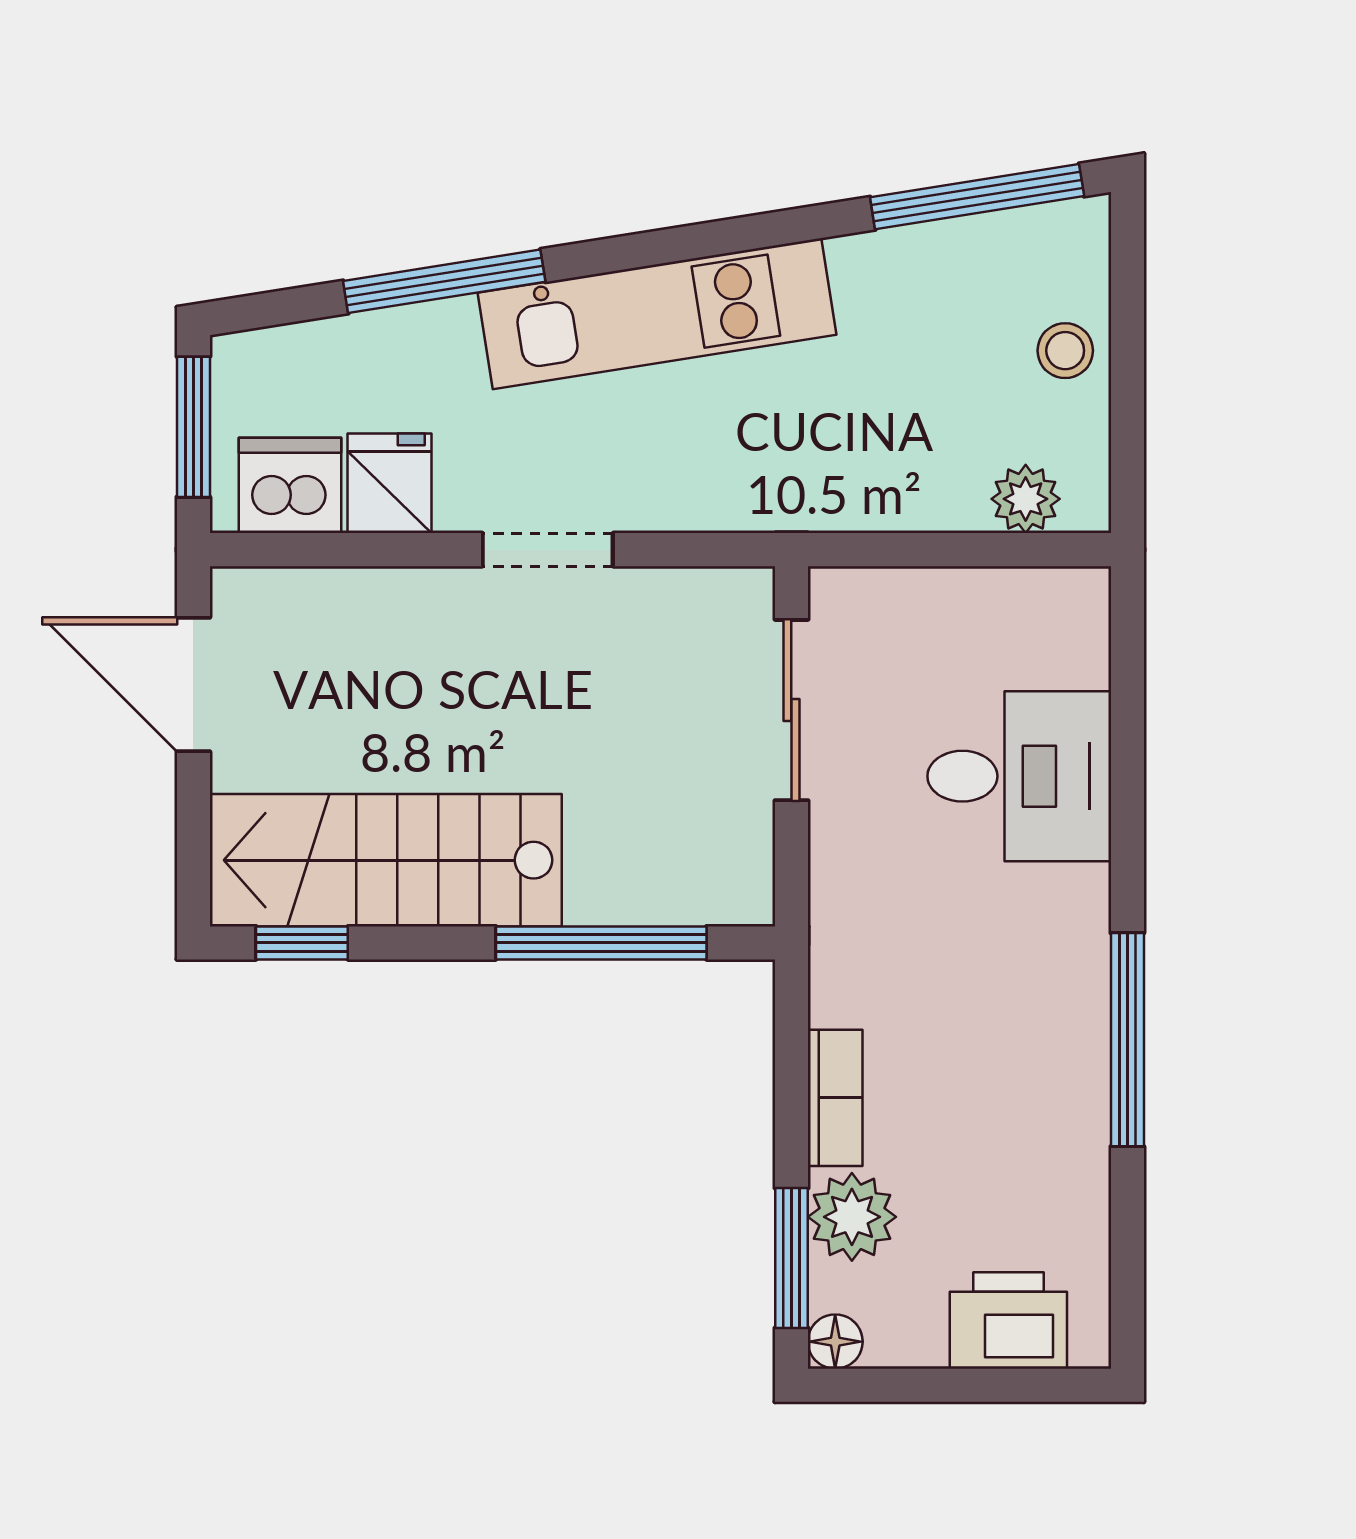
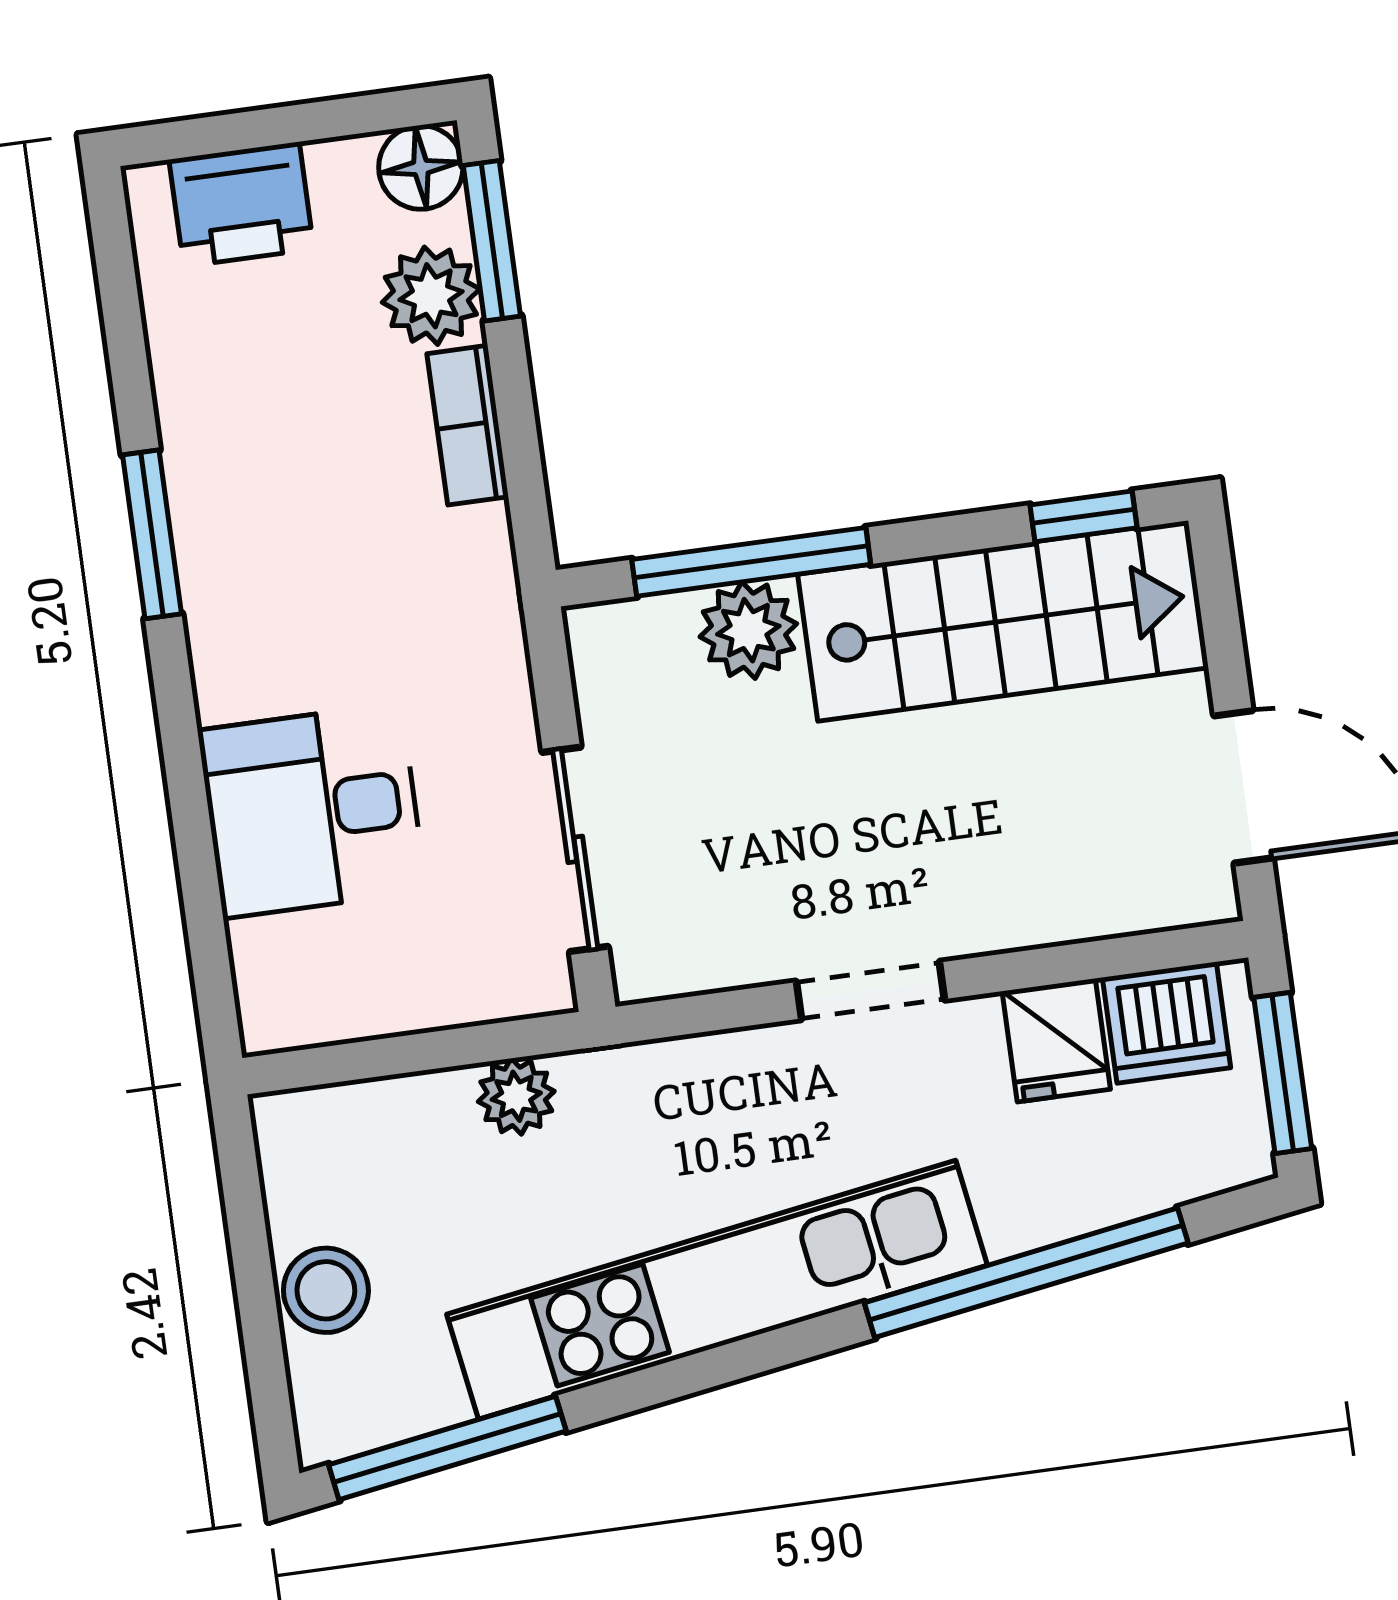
window: (444, 281) -> (1026, 1273), width x1.46
kitchen unit: (657, 314) -> (717, 1290), width x1.36
stool: (1065, 351) -> (326, 1290), width x1.37, depth x1.37
plant: (1026, 499) -> (516, 1096), moved
plant: (612, 883) -> (748, 630), added
window: (1127, 1040) -> (152, 534), width x0.69
floor lamp: (835, 1342) -> (421, 167), width x1.37, depth x1.37

